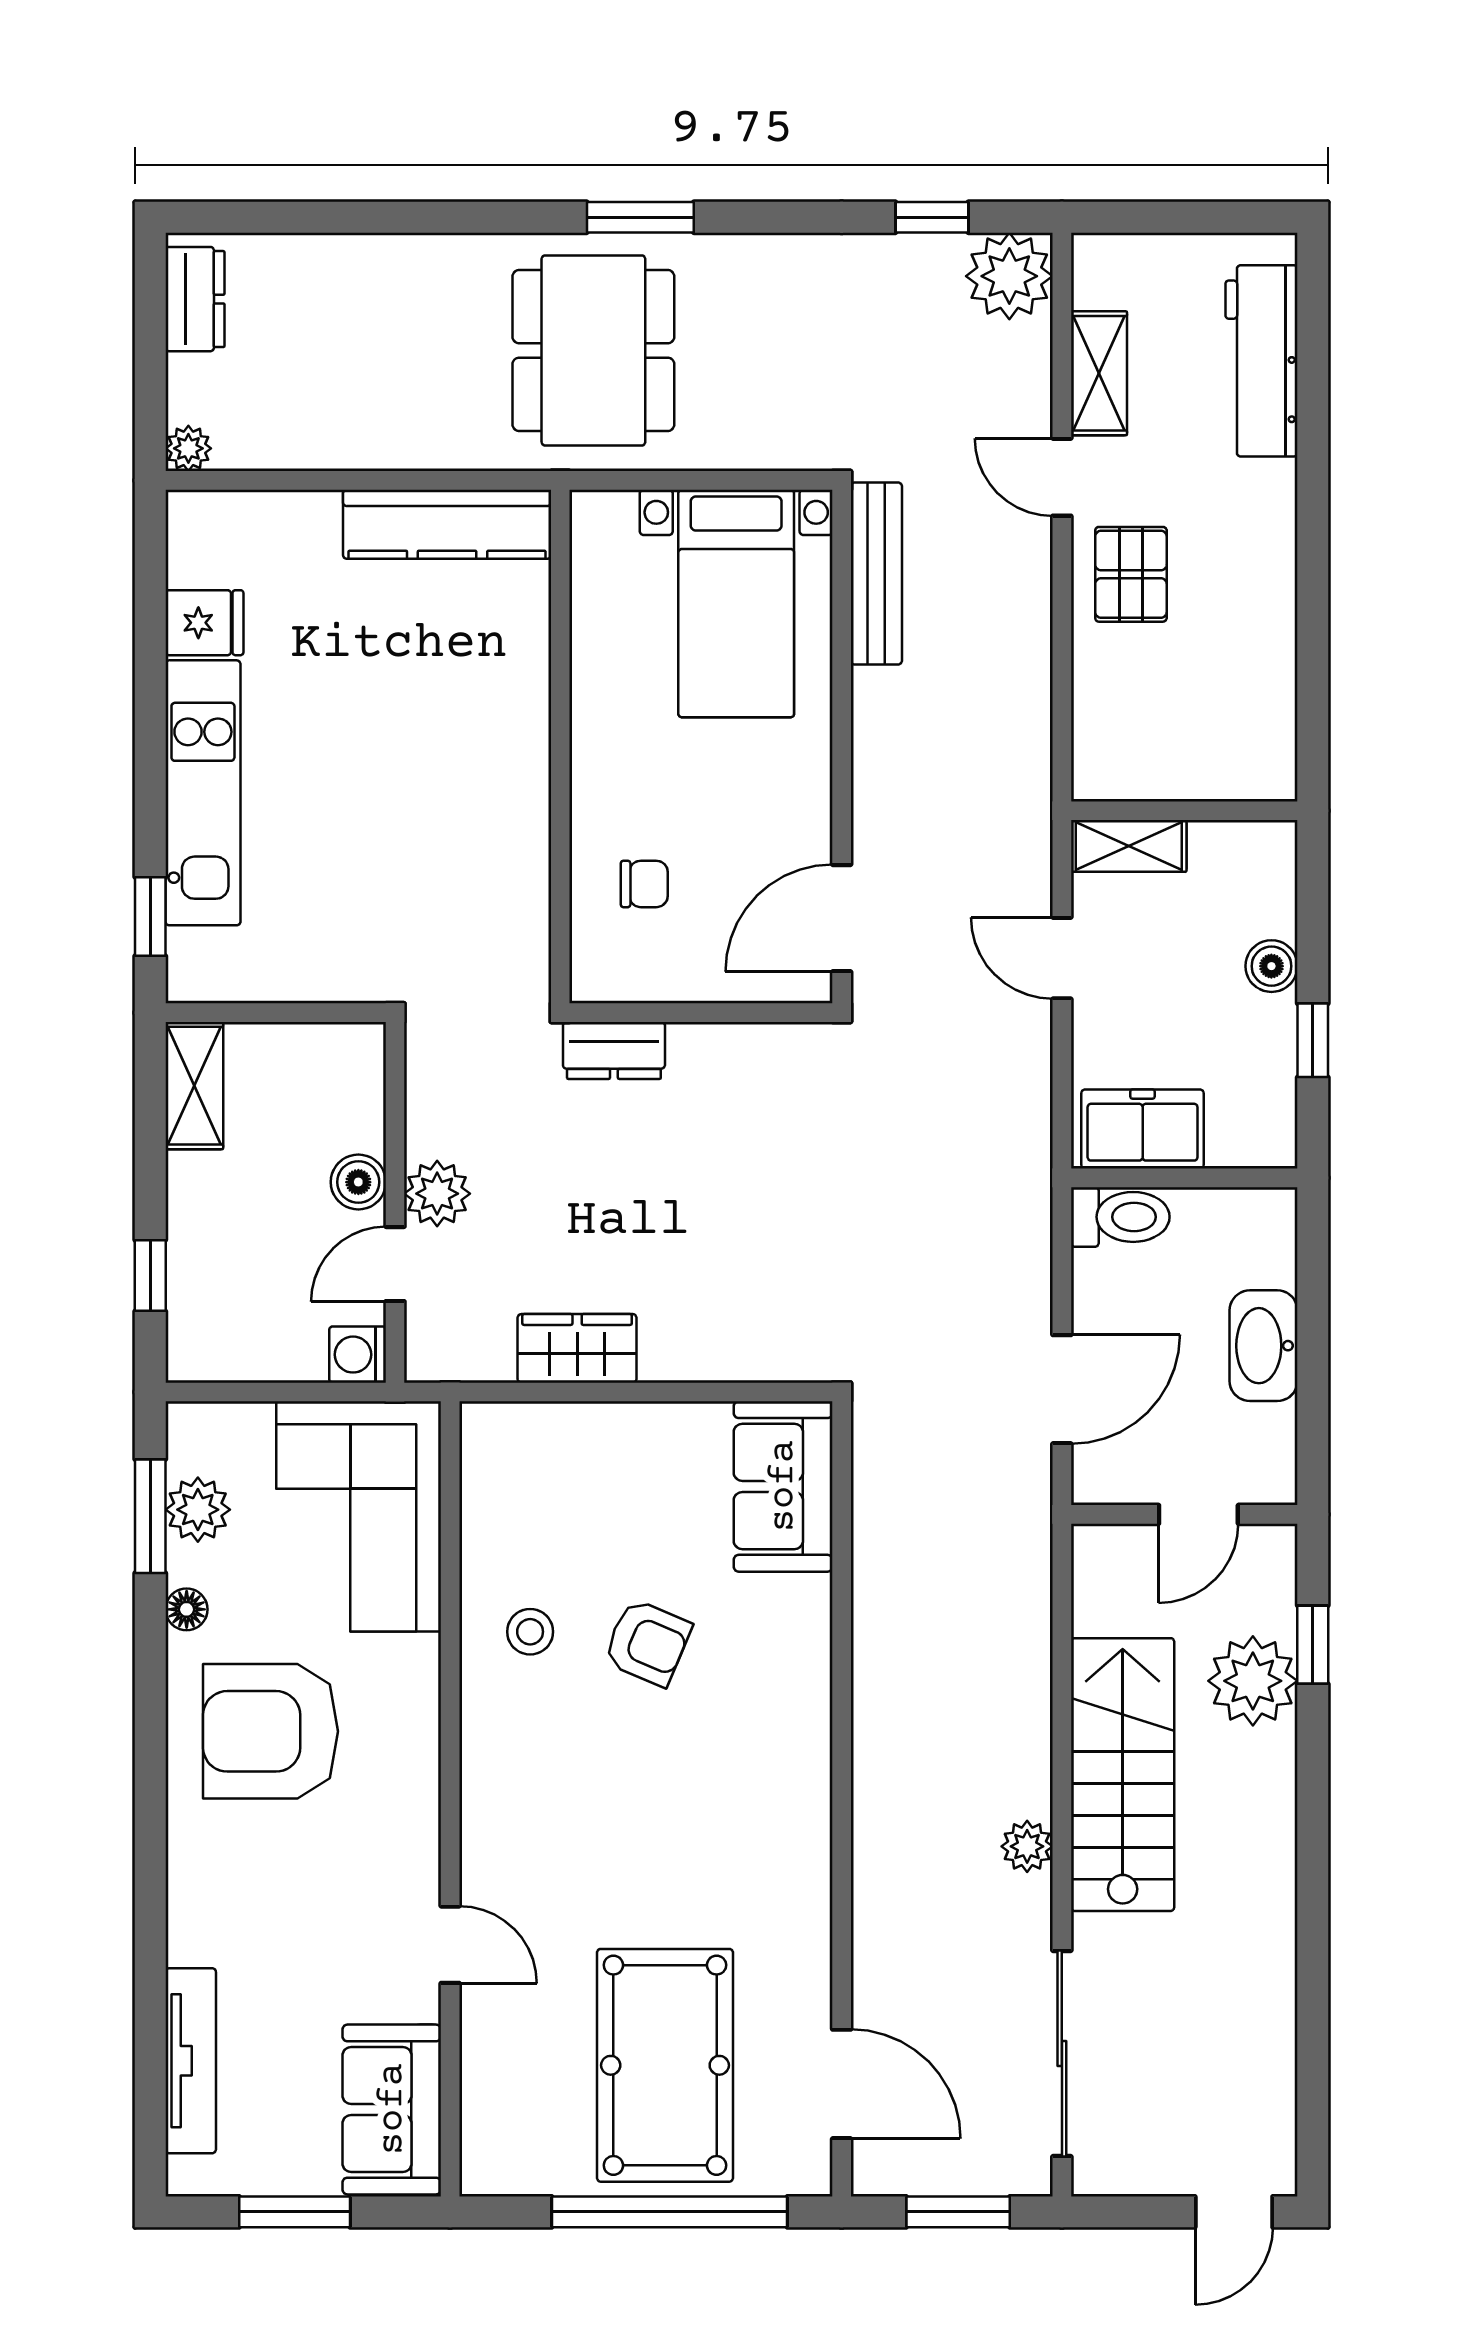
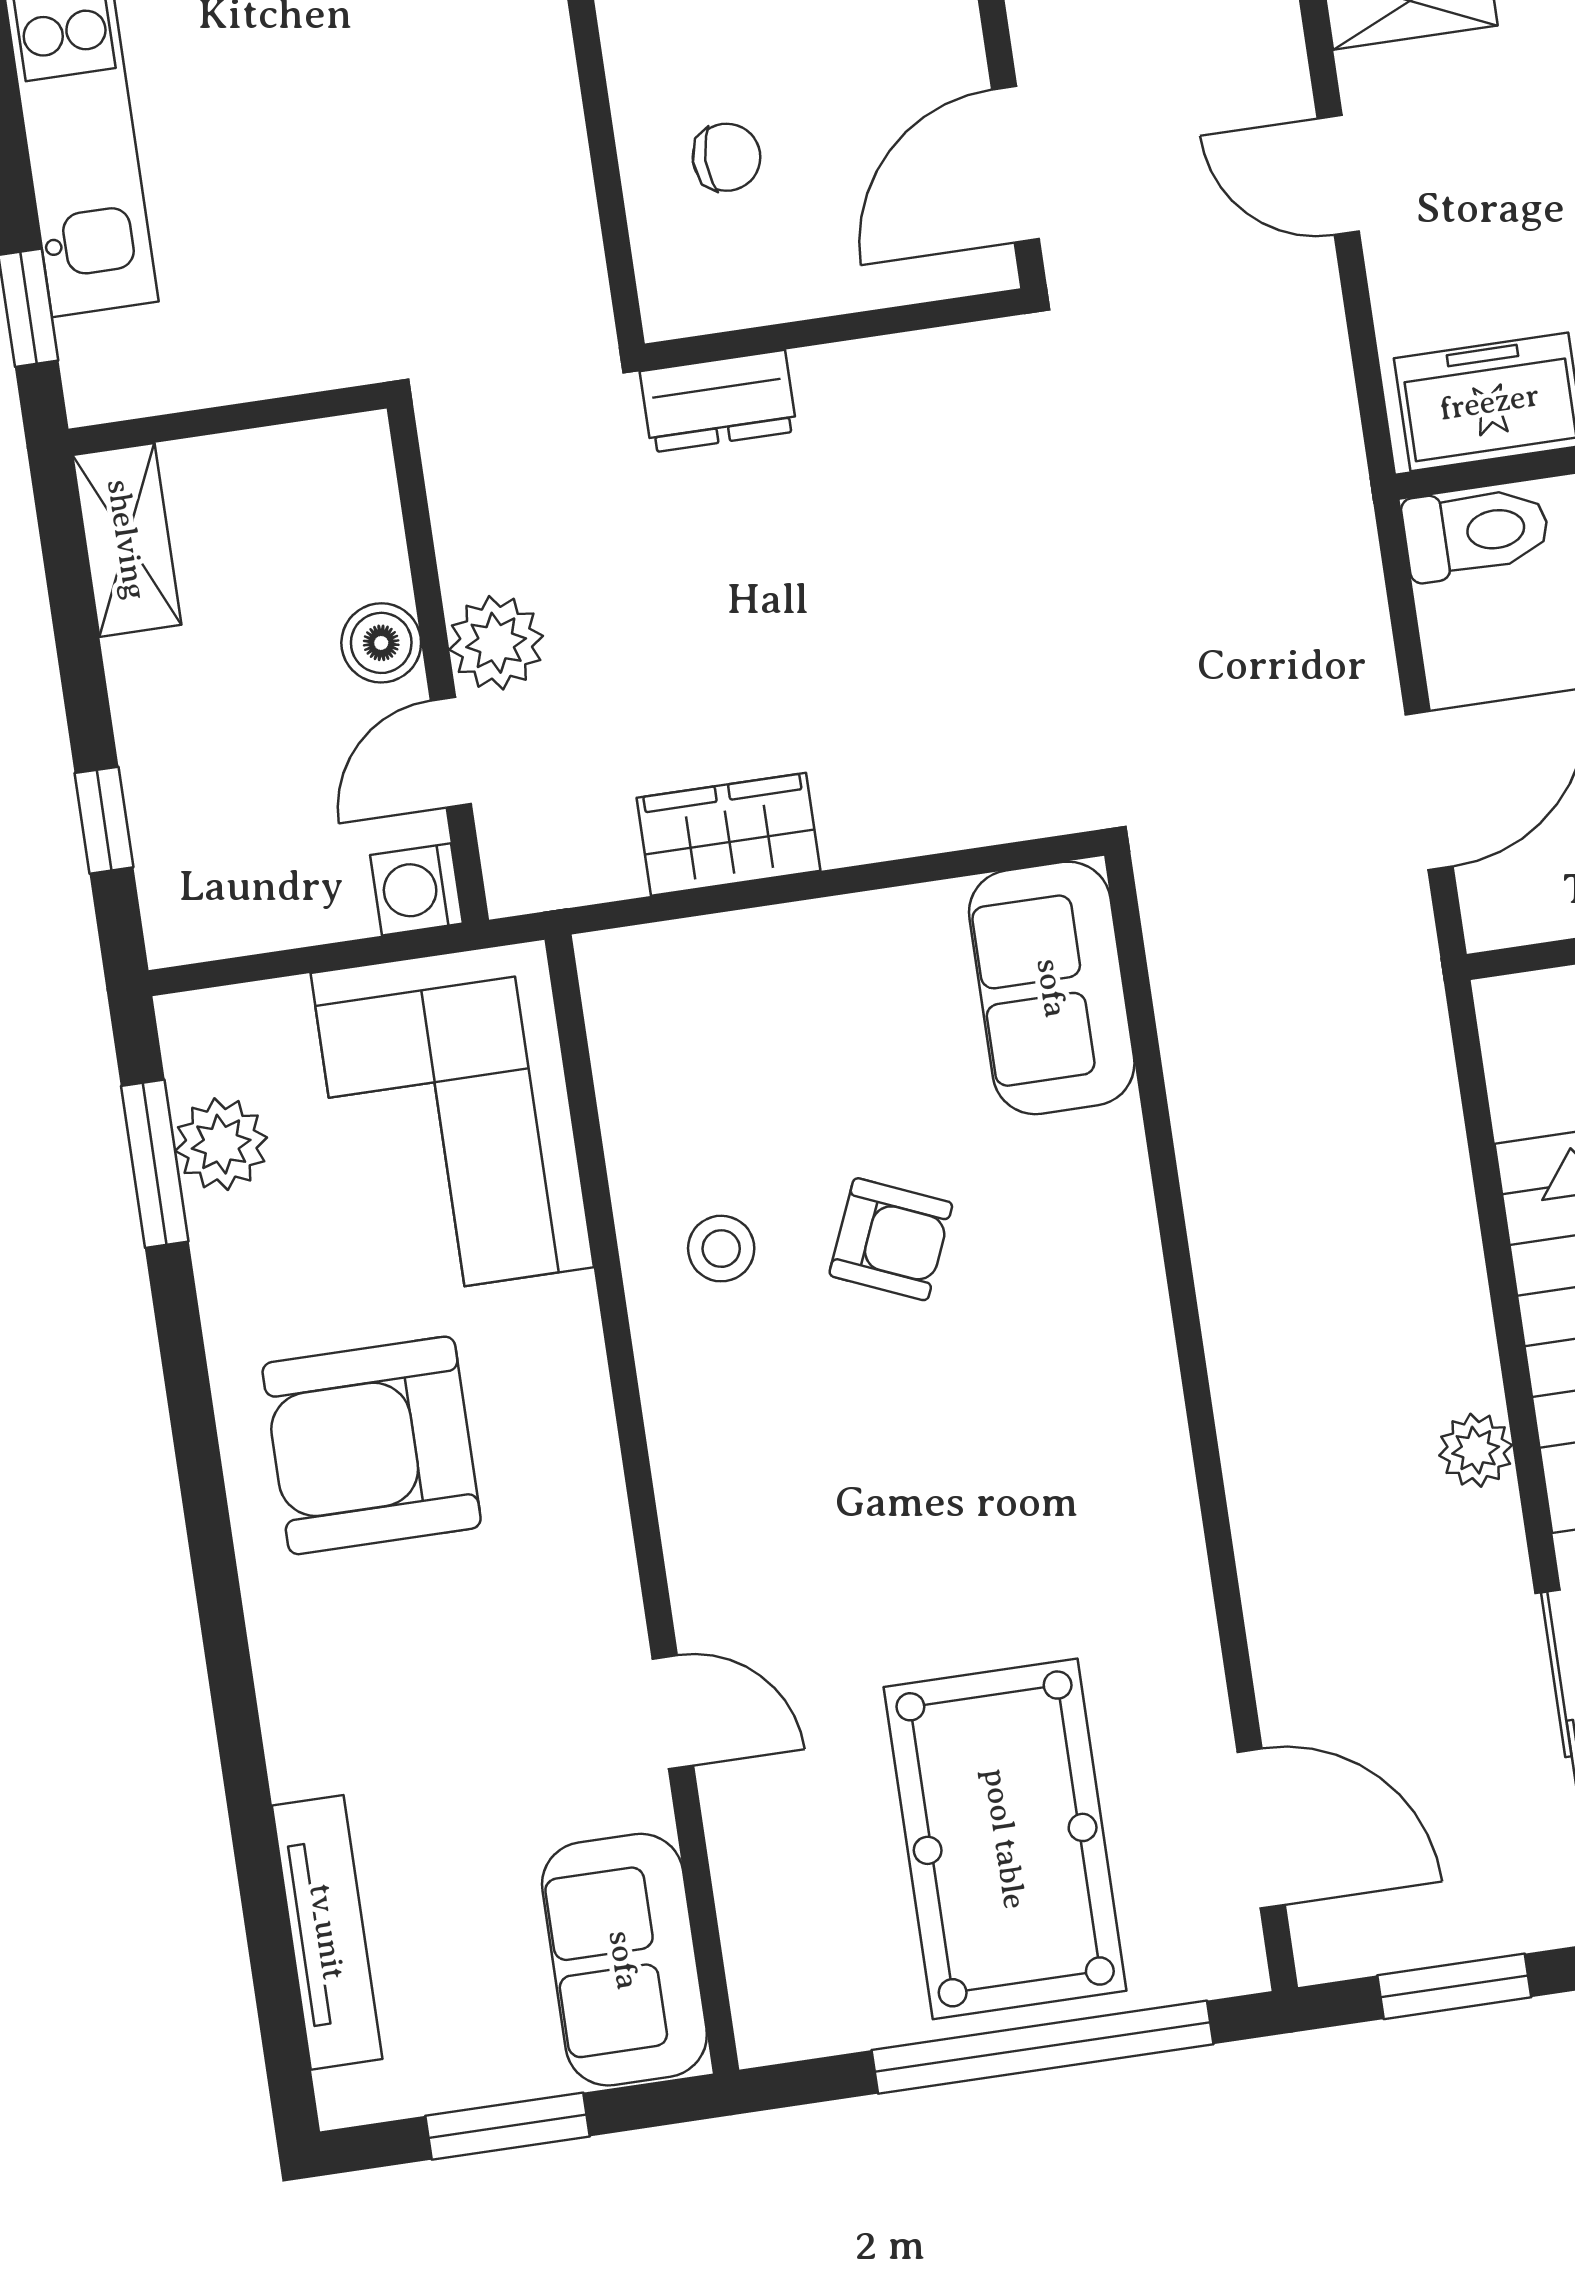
floor lamp: (187, 1609) -> (226, 1289), removed

